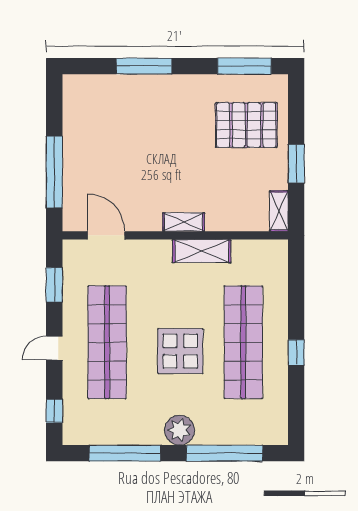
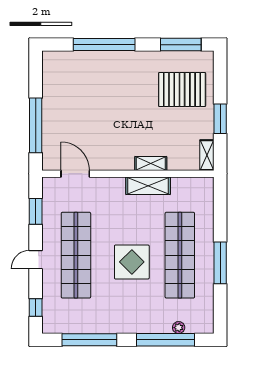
window: (144, 66) -> (104, 45), width x1.46
shelving: (184, 222) -> (151, 163), moved
window: (296, 352) -> (220, 263), width x2.17
plant: (179, 430) -> (179, 328), moved, width x0.53, depth x0.53

